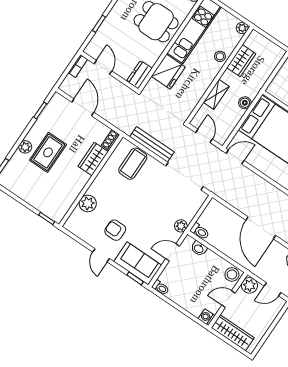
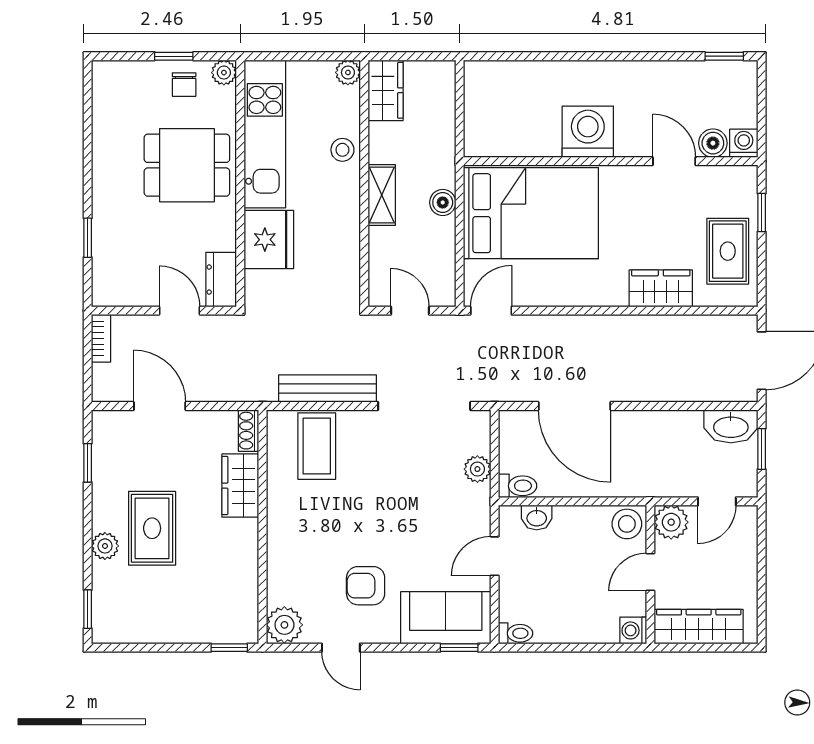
wardrobe: (241, 61) -> (386, 90), moved
door: (103, 67) -> (180, 311), moved
shelving: (216, 94) -> (382, 195), moved
plant: (88, 203) -> (284, 625), moved
plant: (181, 226) -> (477, 469), moved
door: (261, 228) -> (574, 406), moved
door: (101, 255) -> (341, 648), moved

